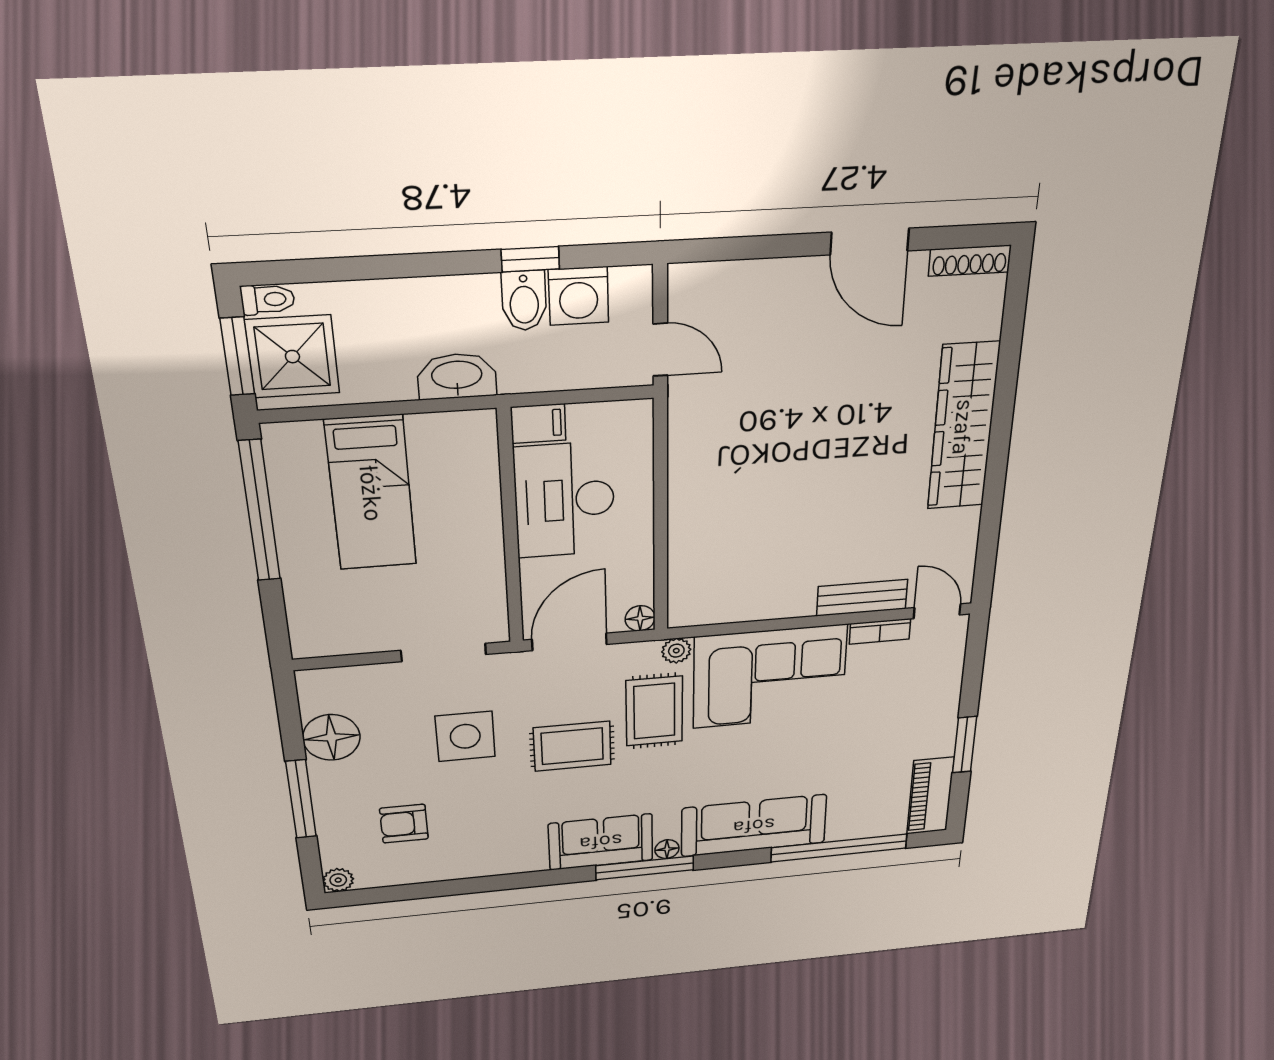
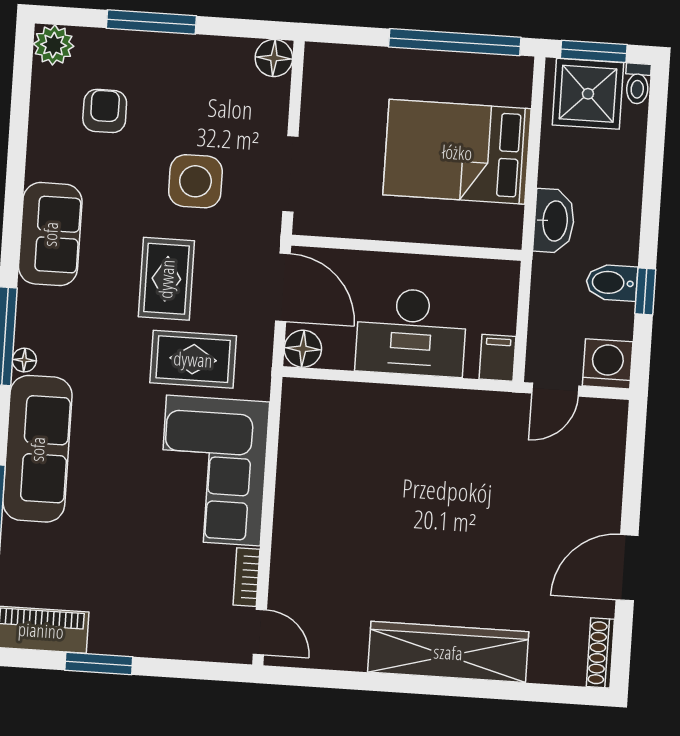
washing machine: (579, 296) -> (608, 364), moved, turned 90
filing cabinet: (538, 424) -> (498, 358), moved, turned 180
bed: (371, 493) -> (457, 152), width x1.50
desk: (565, 500) -> (411, 332), moved, turned 180
bench: (862, 598) -> (286, 560), removed
door: (937, 611) -> (260, 632), hinge flipped
floor lamp: (640, 618) -> (303, 349), width x1.37, depth x1.37
plant: (676, 651) -> (257, 384), removed
floor lamp: (331, 737) -> (274, 58), moved, width x0.73, depth x0.73
sofa: (601, 842) -> (50, 234), moved
plant: (338, 880) -> (54, 45), width x1.38, depth x1.38

